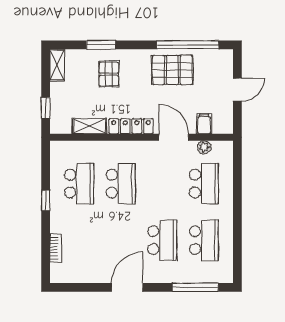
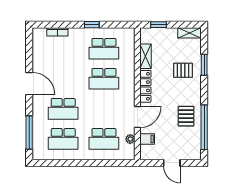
pallet: (172, 70) -> (186, 116), width x0.67, depth x0.71

